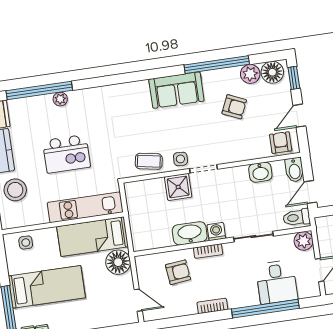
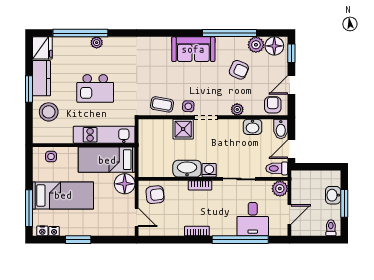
plant: (239, 154) -> (237, 109), added
armchair: (178, 272) -> (155, 195), moved

